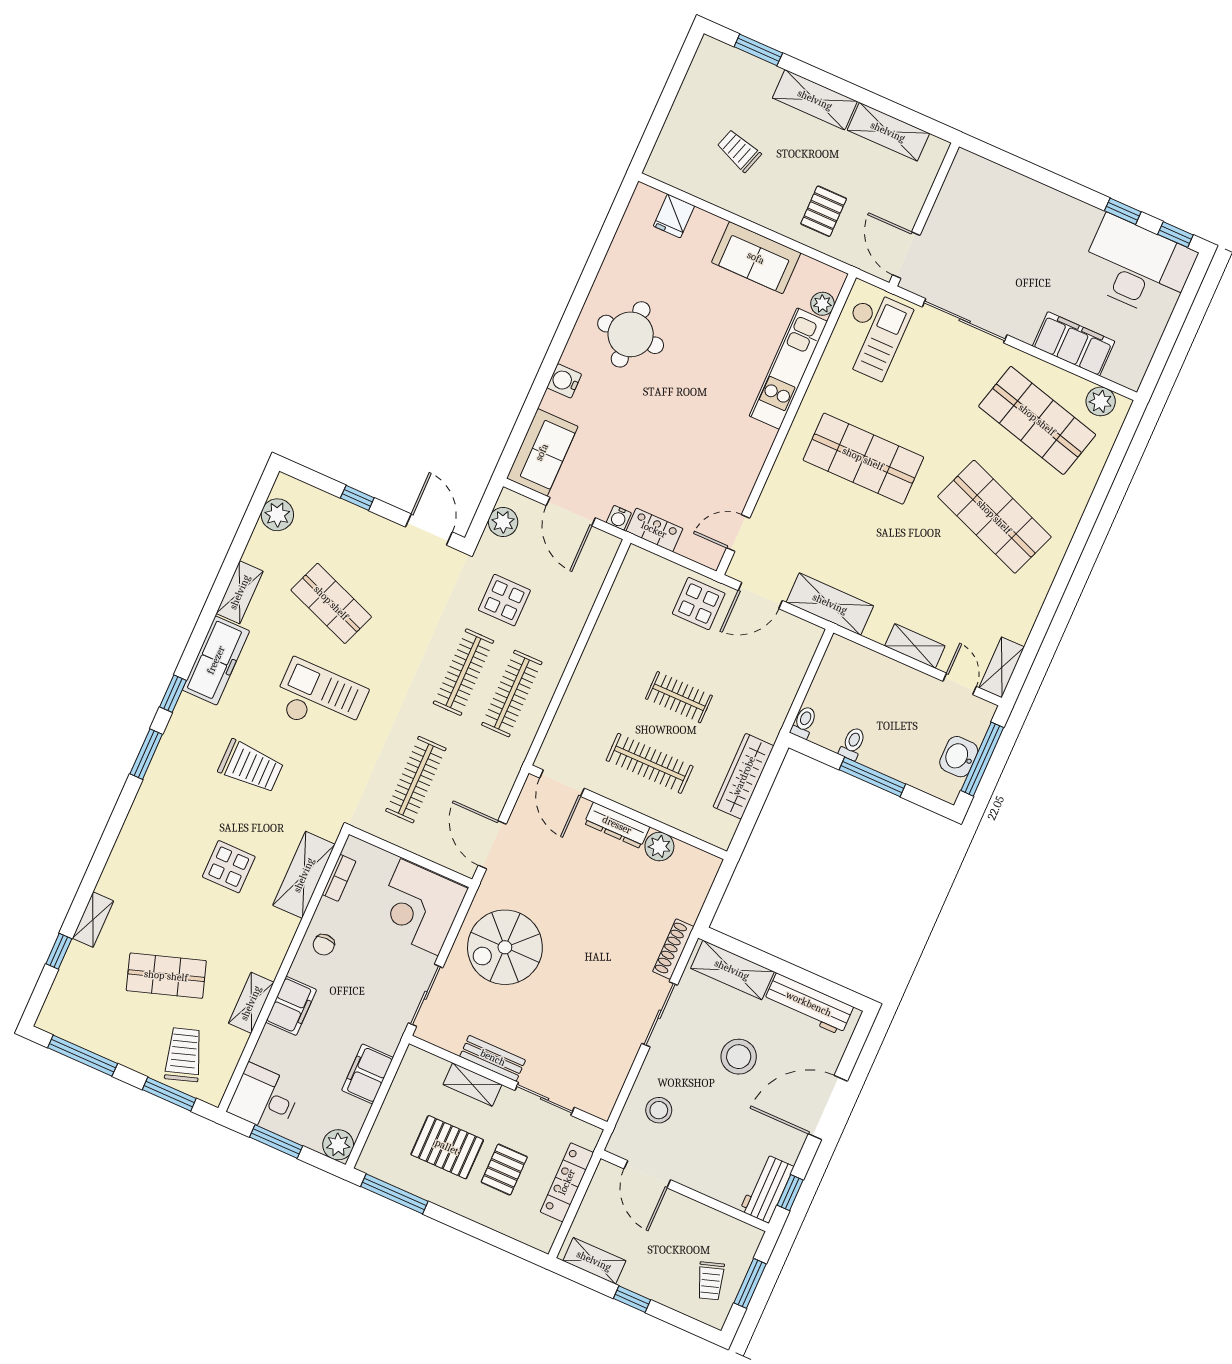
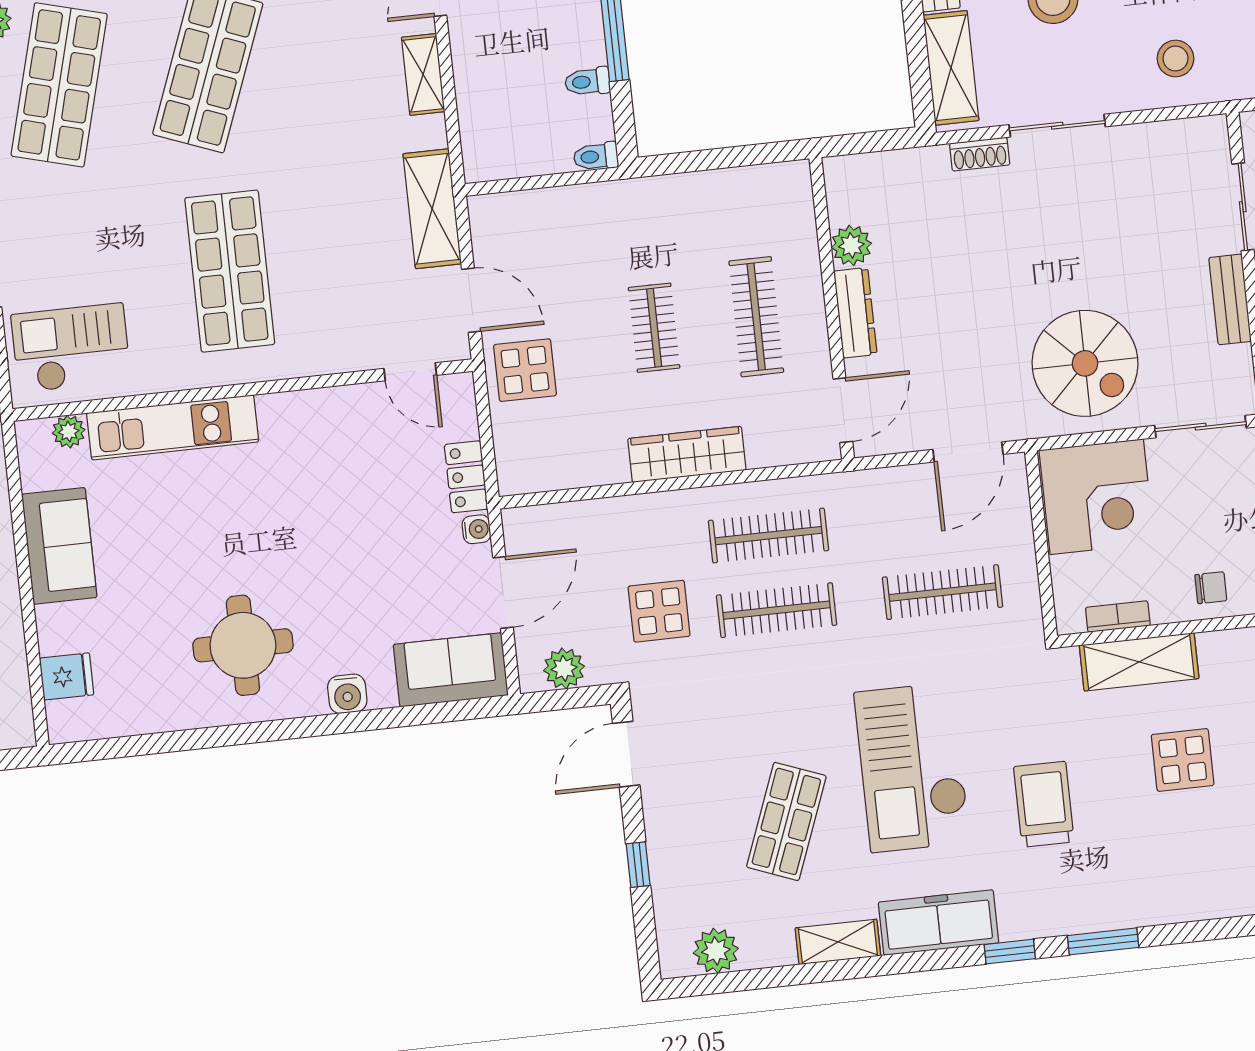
checkout: (320, 699) -> (912, 767), width x1.36, depth x1.21
wardrobe: (744, 776) -> (687, 454), moved, turned 180
shoe rack: (673, 949) -> (980, 154), width x0.70

